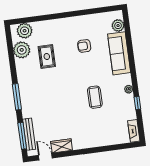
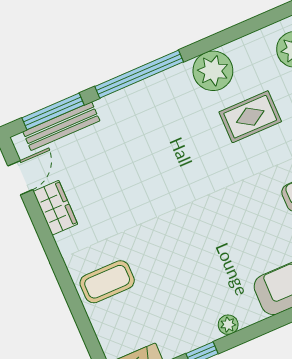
plant: (22, 50) -> (213, 71), moved
window: (17, 97) -> (139, 74), width x1.46
coffee table: (95, 97) -> (107, 282), moved

